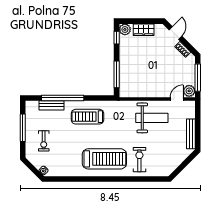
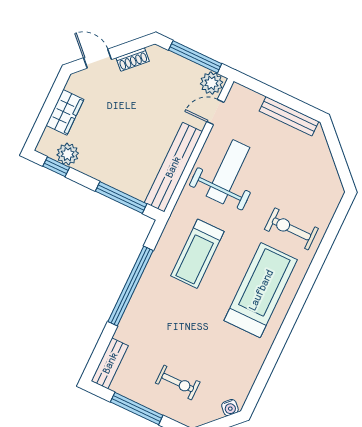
plant: (125, 29) -> (68, 154), moved
bench: (142, 92) -> (173, 167), added
window: (63, 98) -> (130, 286), moved
door: (177, 99) -> (215, 112), hinge flipped
bench: (52, 105) -> (110, 363), moved
treadmill: (87, 117) -> (197, 254), moved

